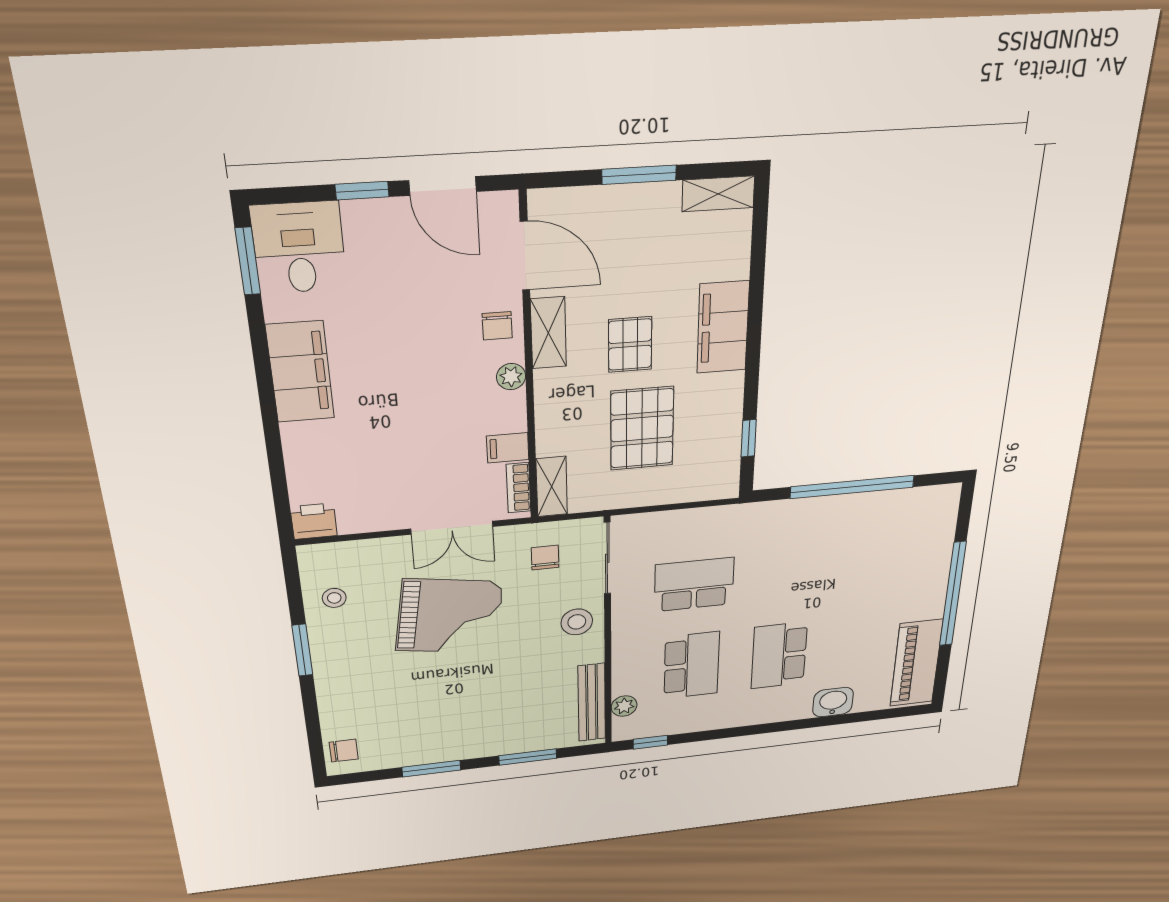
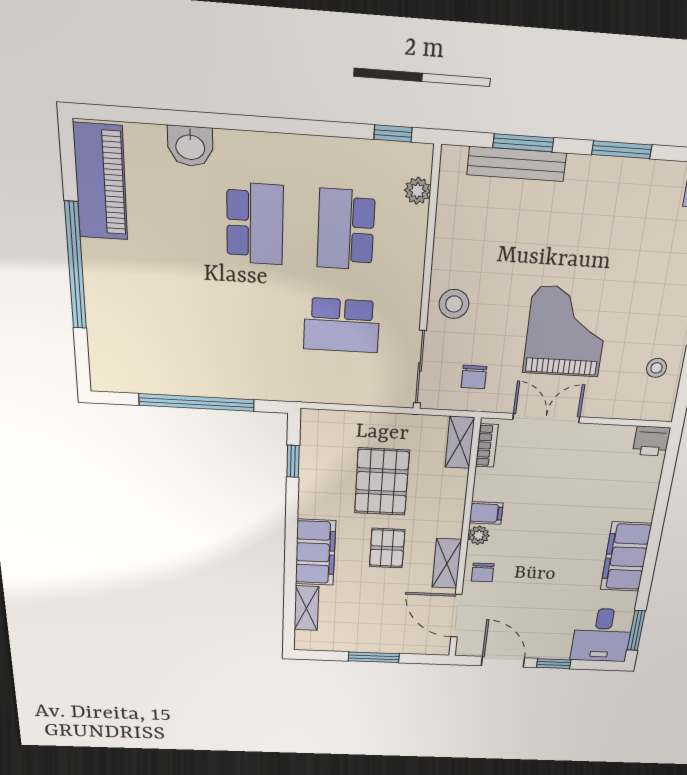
shelving: (718, 194) -> (306, 608), moved, turned 90
chair: (497, 326) -> (483, 572), turned 180
filing cabinet: (508, 448) -> (486, 513), moved
grand piano: (449, 616) -> (566, 332), turned 81
bench: (592, 703) -> (517, 164), moved, turned 90

